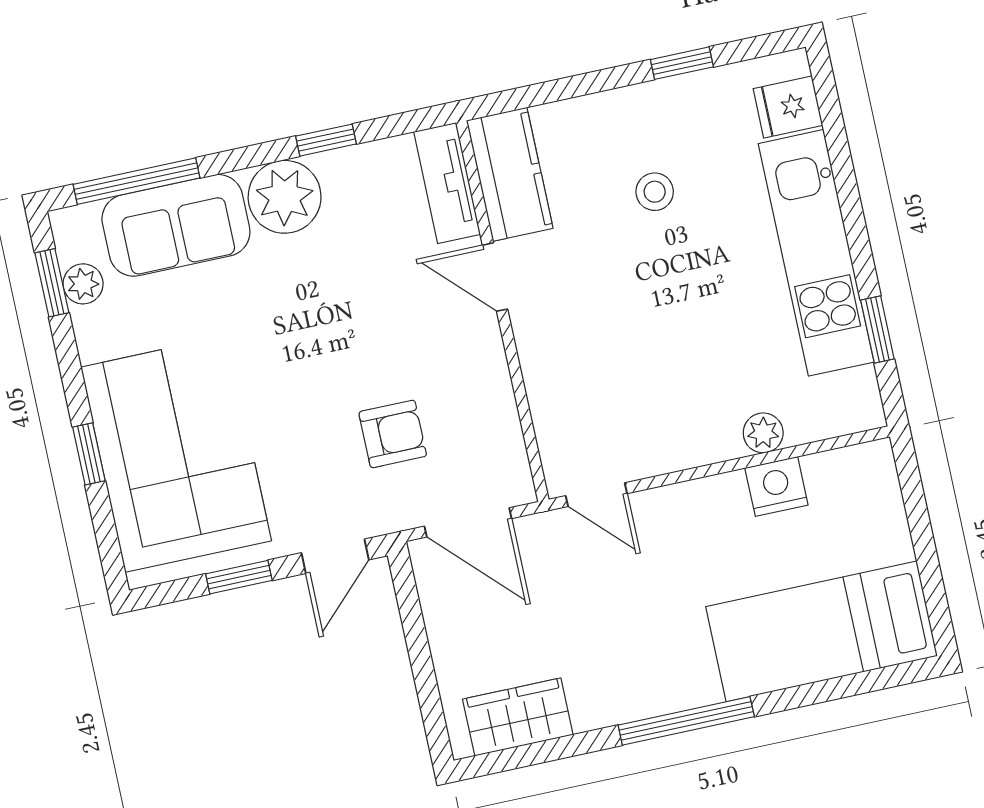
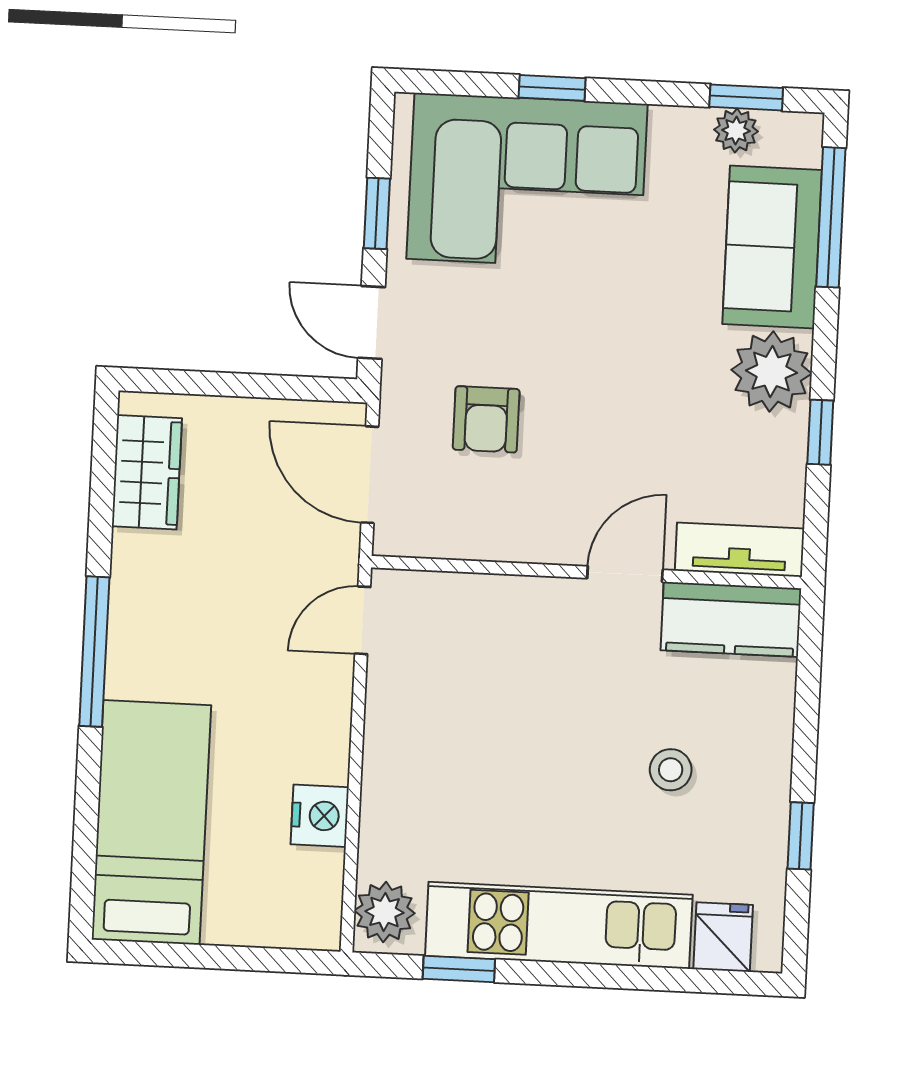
plant: (763, 433) -> (385, 912), moved, width x1.38, depth x1.38
door: (468, 522) -> (370, 475), hinge flipped

